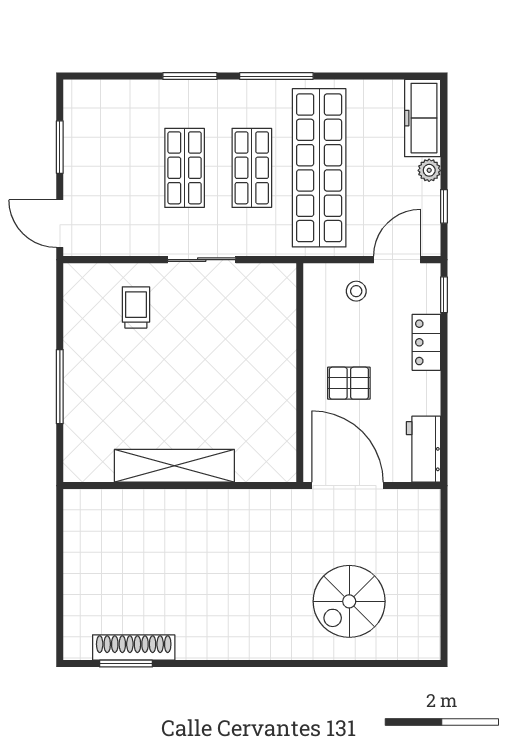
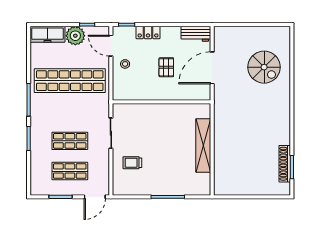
shop shelf: (252, 168) -> (70, 171), moved
plant: (429, 170) -> (75, 36), width x1.88, depth x1.88
wall: (300, 373) -> (162, 102), moved

